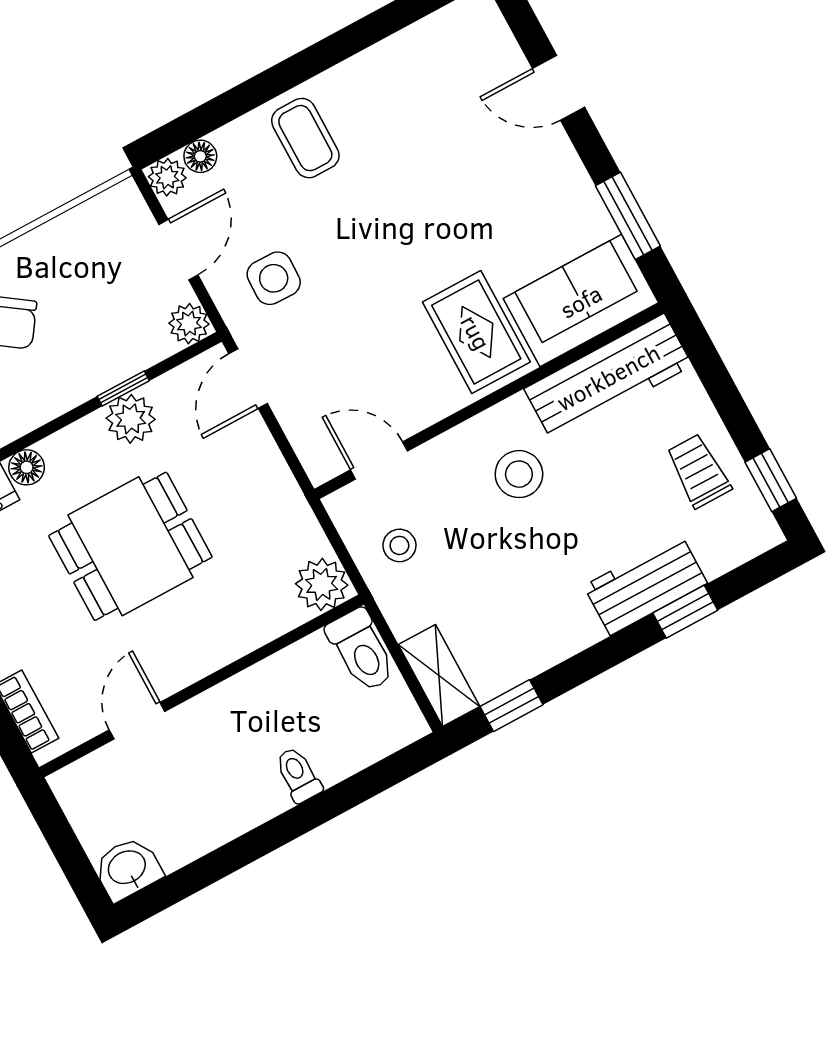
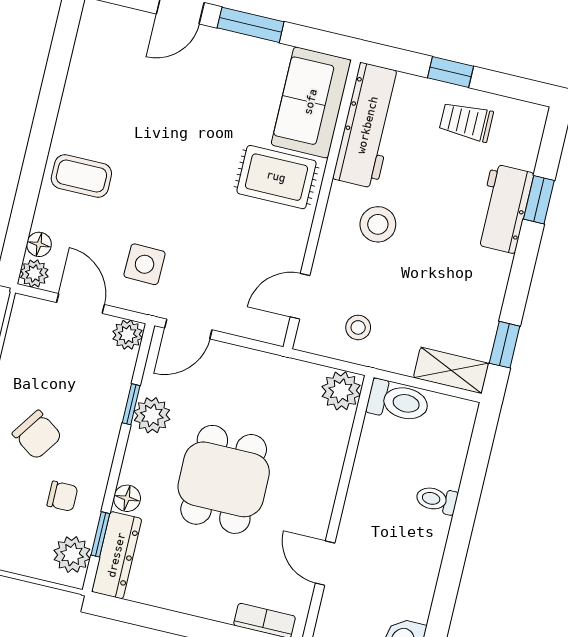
window: (628, 216) -> (251, 25), moved
door: (248, 379) -> (188, 329), hinge flipped
window: (771, 480) -> (450, 72), moved

